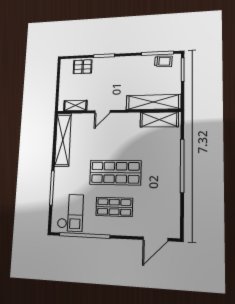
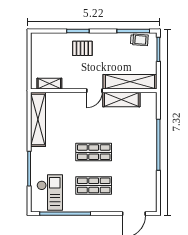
pallet: (83, 67) -> (82, 48), moved
door: (102, 112) -> (94, 91), moved
shelving: (159, 120) -> (121, 100), moved
shop shelf: (115, 173) -> (94, 152), width x0.70, depth x0.74

